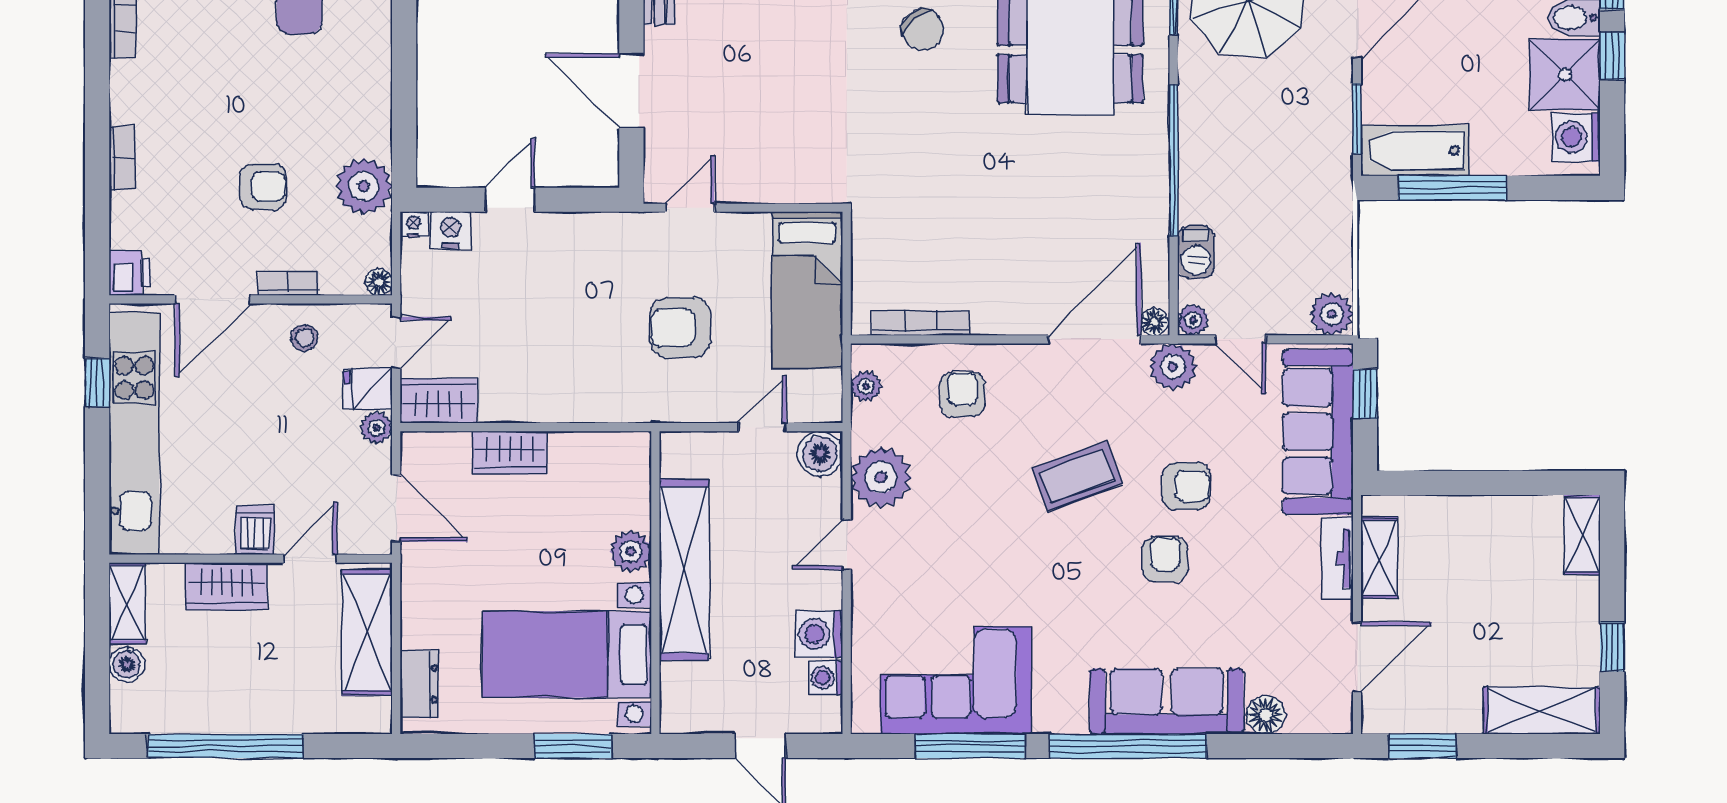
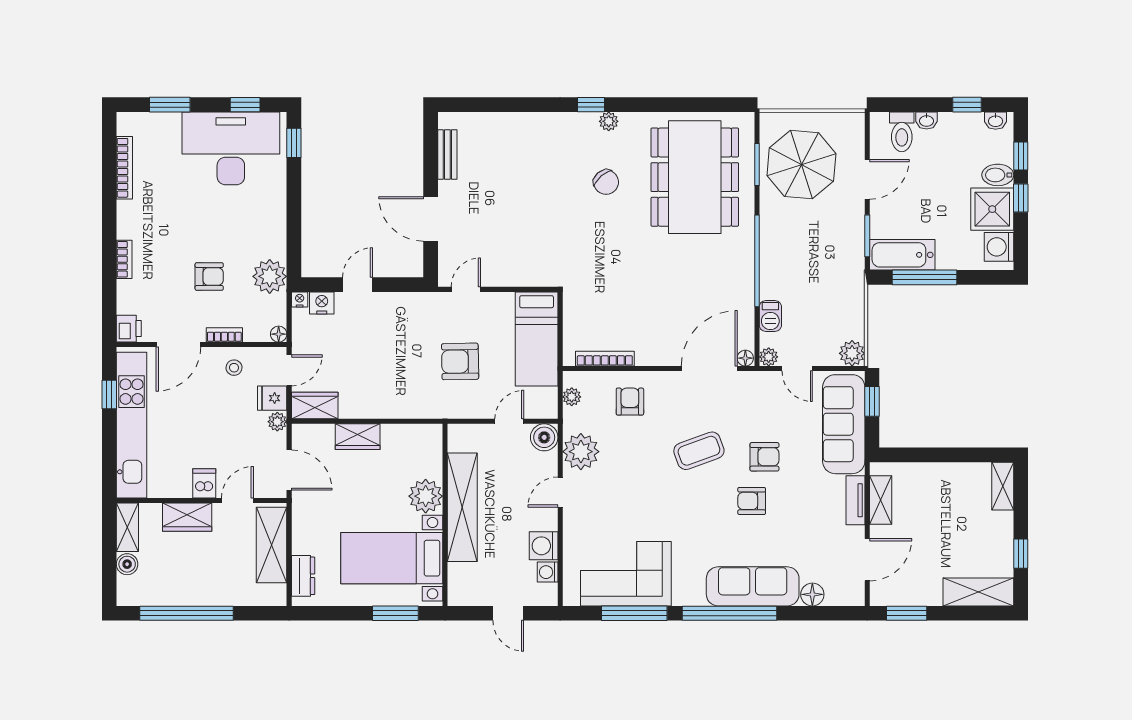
plant: (1173, 367) -> (756, 385), removed
plant: (631, 551) -> (426, 496), width x1.36, depth x1.36
armchair: (1165, 559) -> (752, 501), turned -91

